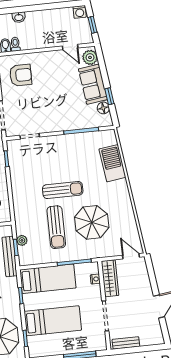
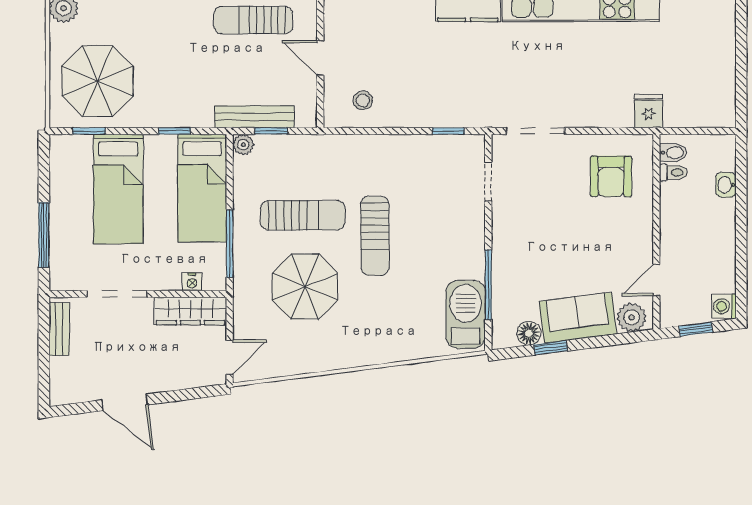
barbecue: (112, 163) -> (466, 314), moved, turned -83
sun lounger: (56, 227) -> (303, 215), turned 180
plant: (22, 240) -> (243, 145), moved

